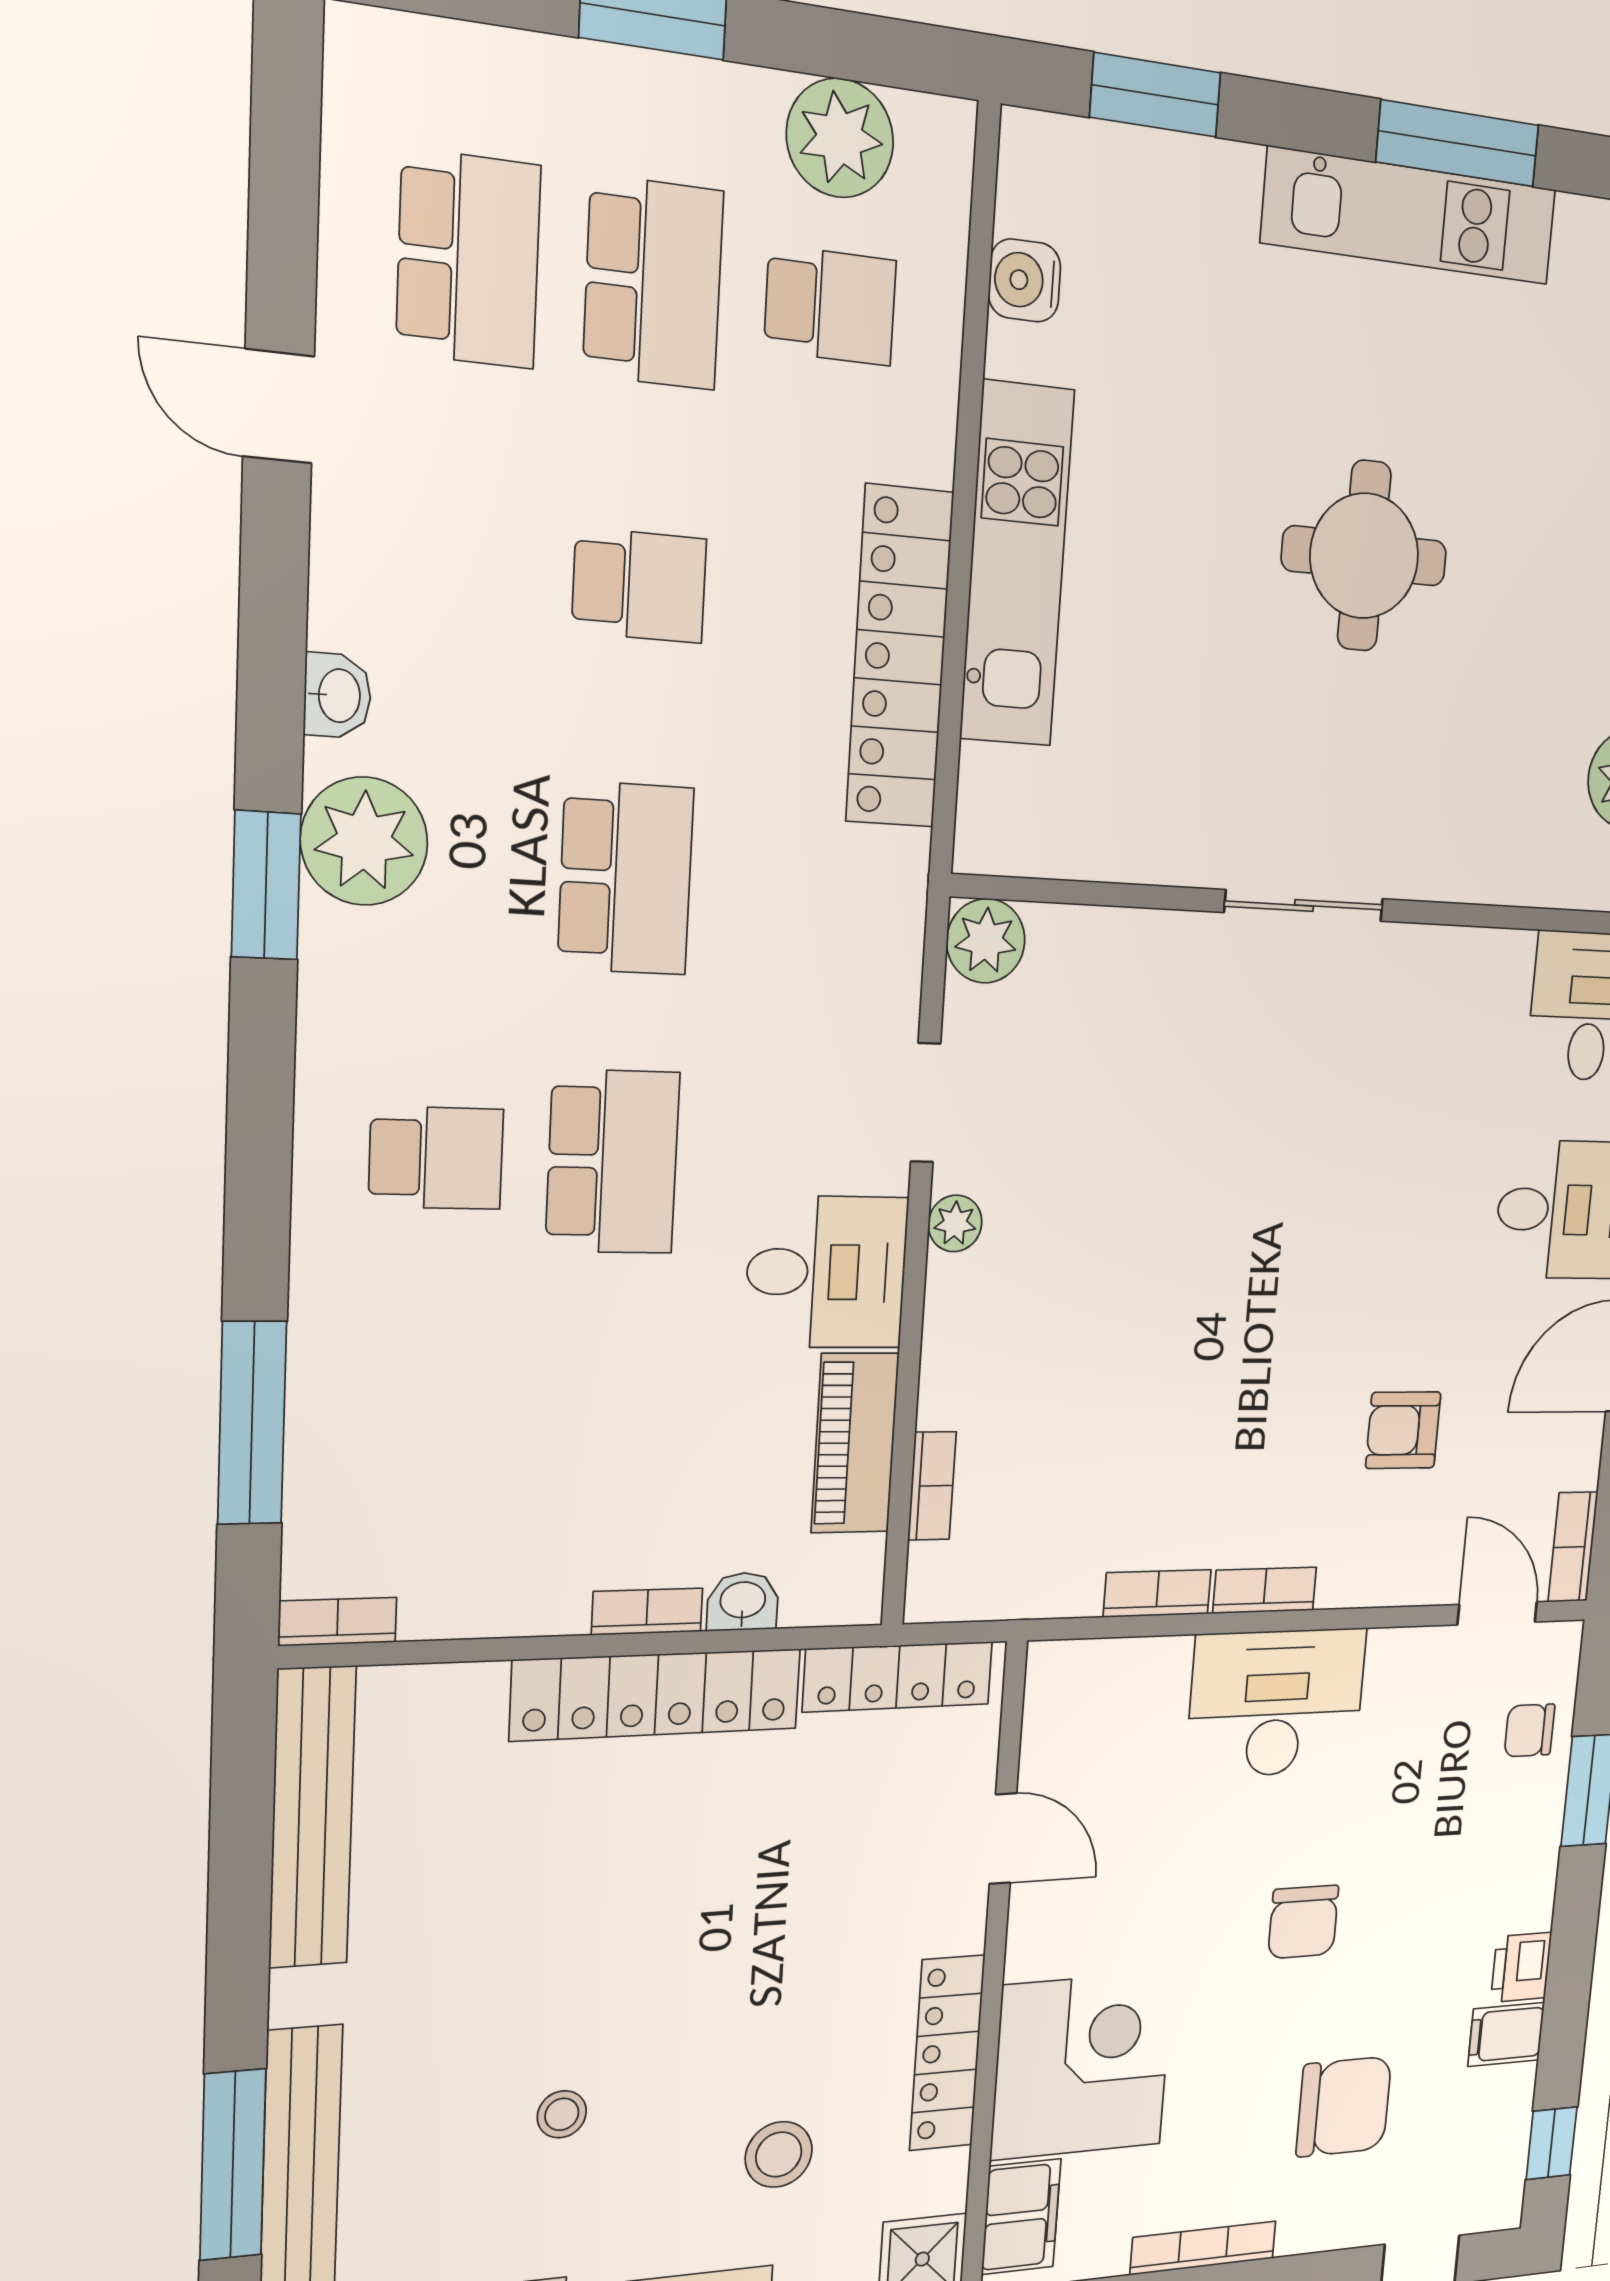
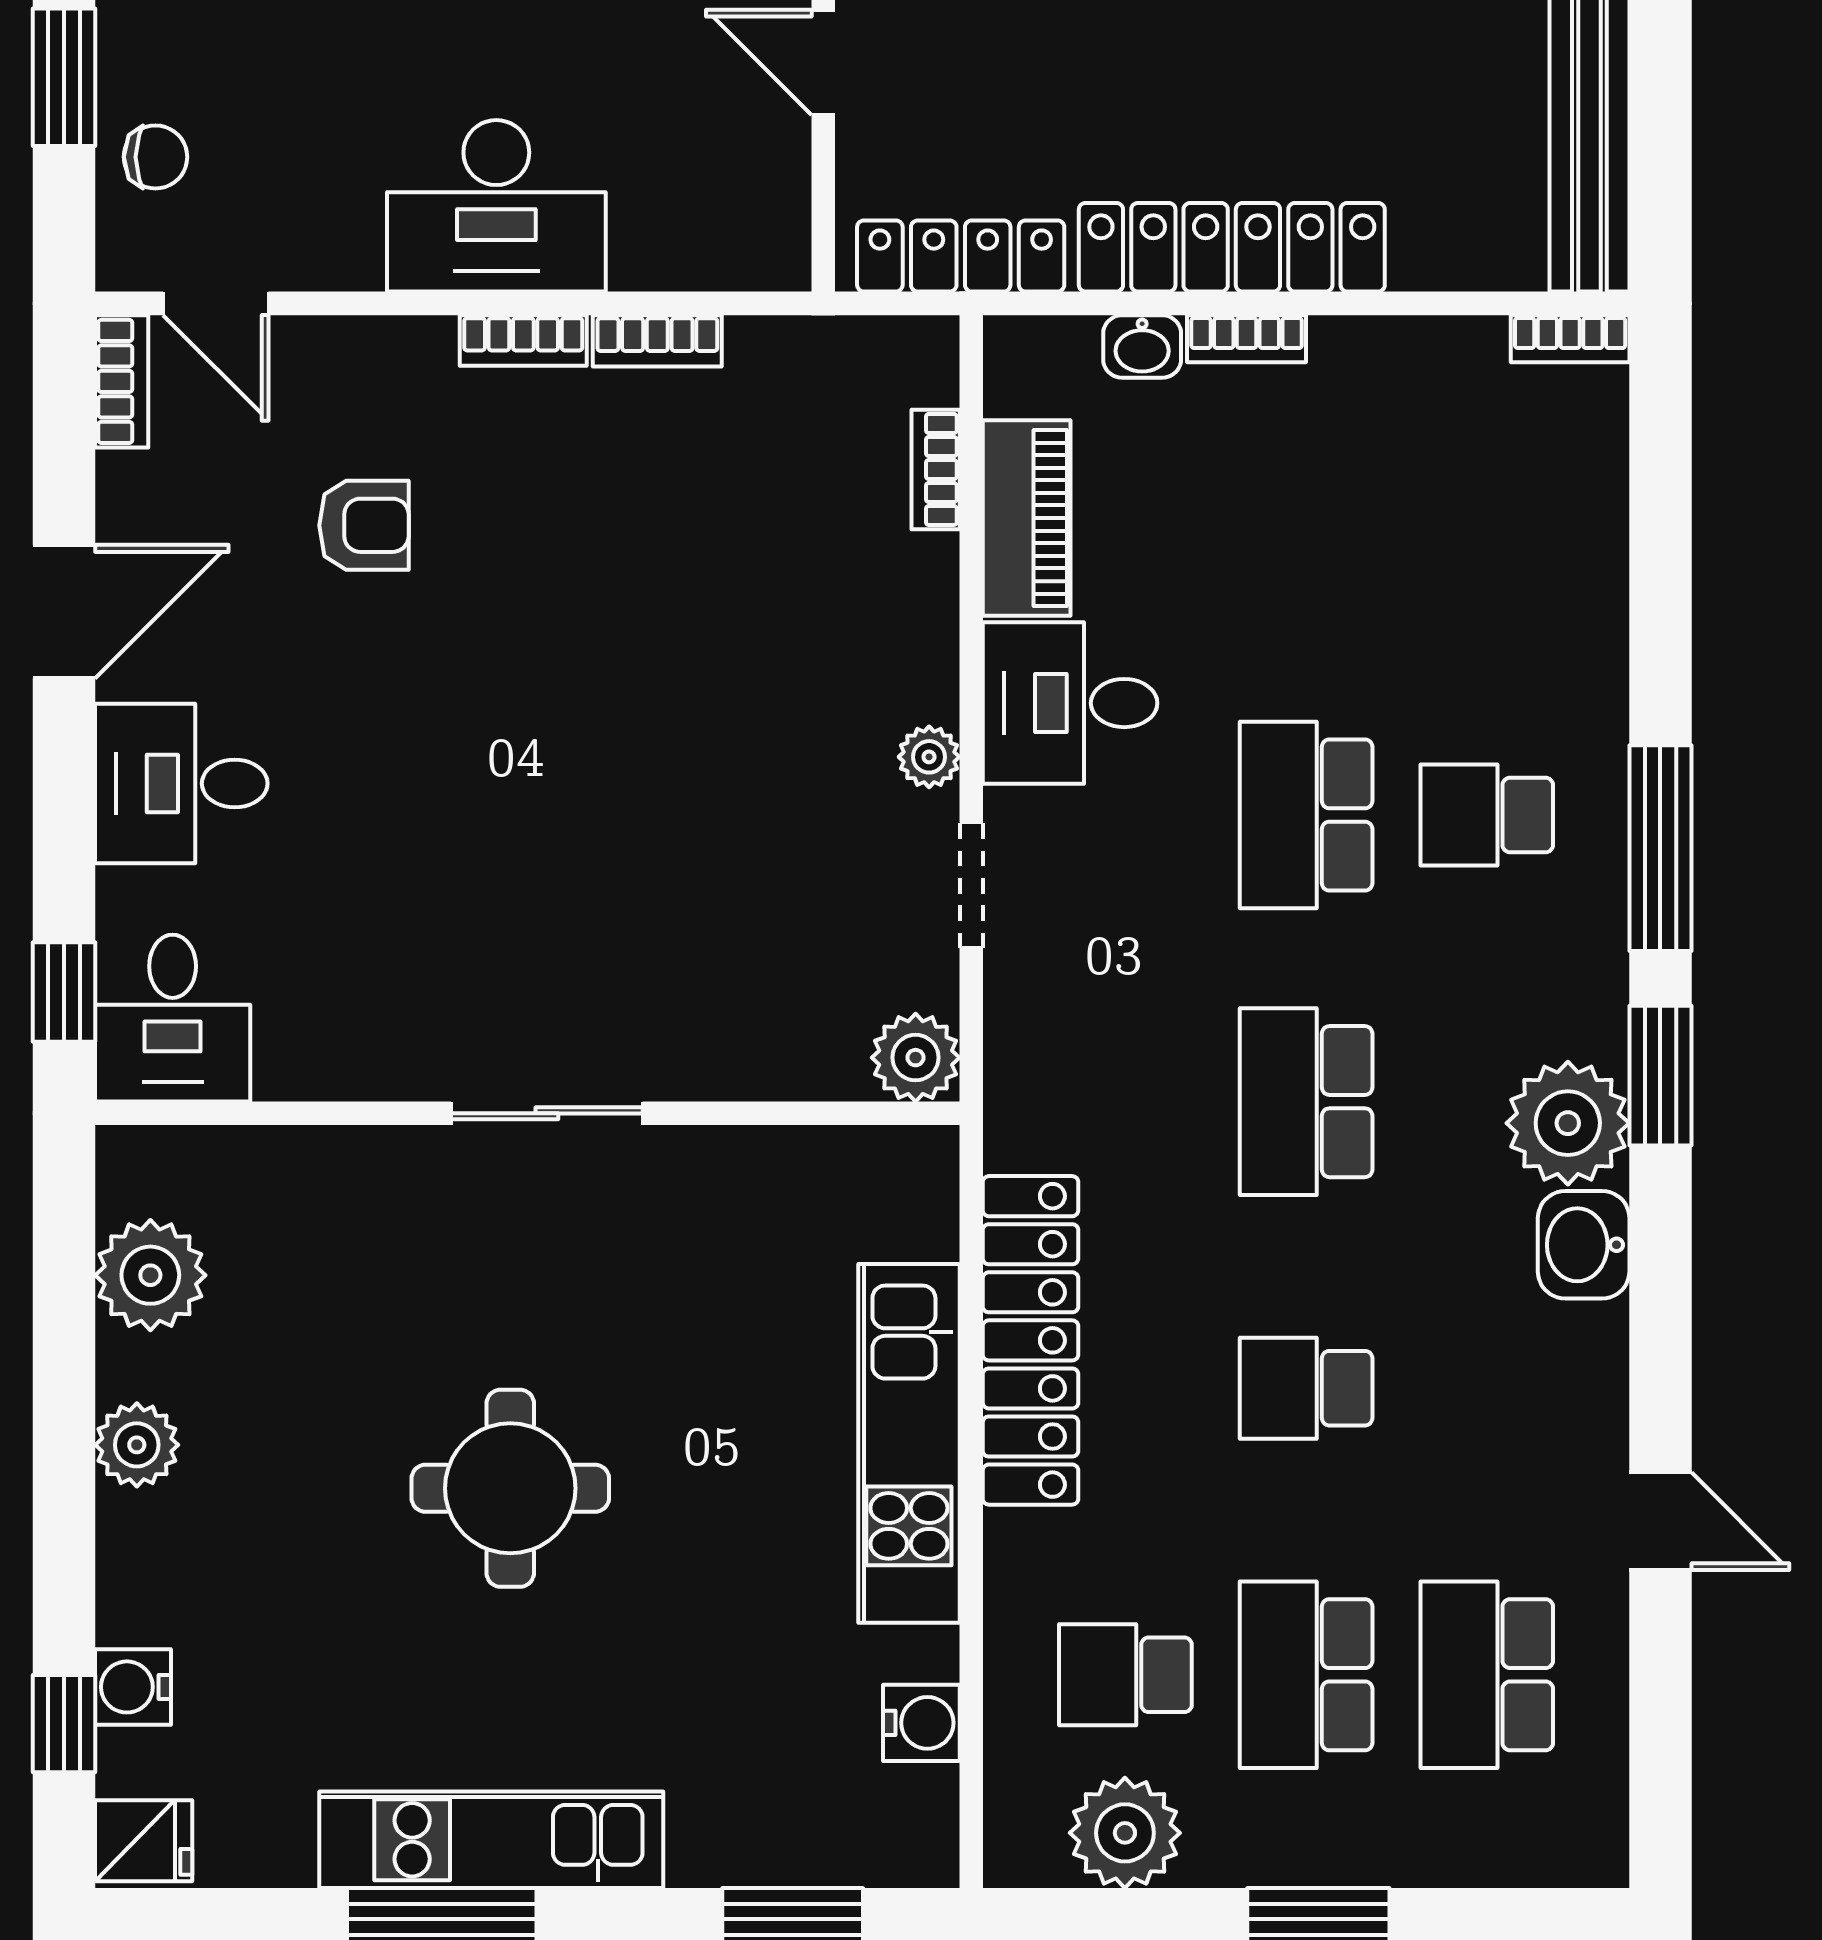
washbasin: (337, 696) -> (1584, 1245), width x1.38, depth x1.45
window: (252, 1423) -> (1660, 848), moved

